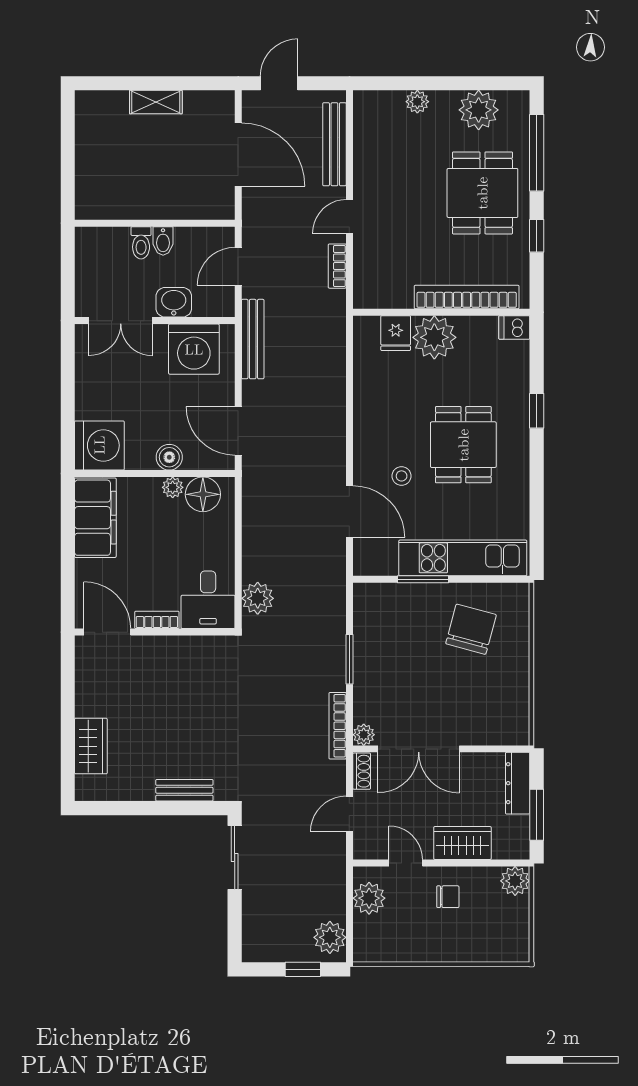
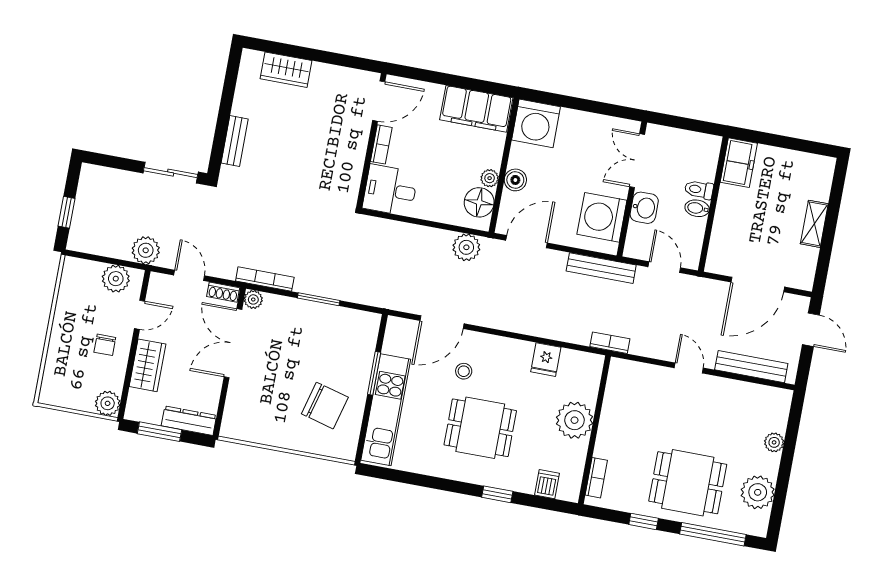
freezer: (101, 202) -> (739, 163), added
bookcase: (337, 266) -> (610, 343), moved
bookcase: (467, 297) -> (596, 478), width x0.43, depth x0.76
dishwasher: (514, 327) -> (547, 484), moved
fridge: (396, 333) -> (546, 360), moved, turned -90
plant: (258, 598) -> (466, 247), moved
plant: (330, 937) -> (146, 250), moved

